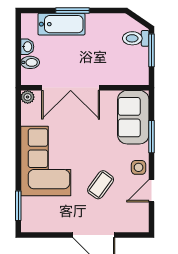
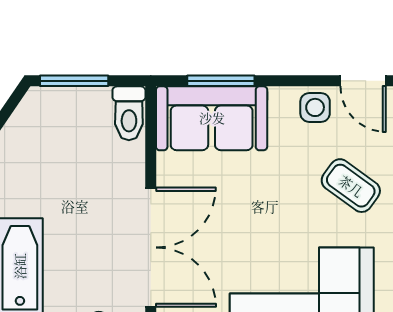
toilet: (136, 38) -> (129, 113), moved
window: (151, 137) -> (221, 81), moved

